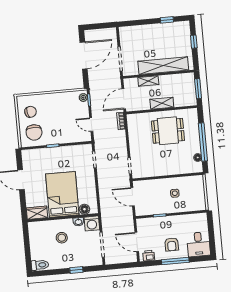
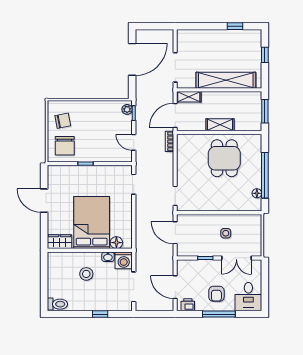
shelving: (148, 81) -> (189, 97), moved
dining table: (168, 131) -> (224, 158), turned 90
double door: (186, 213) -> (236, 258), added

